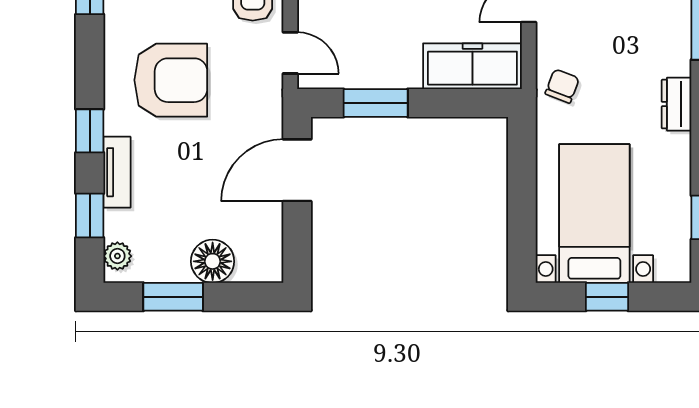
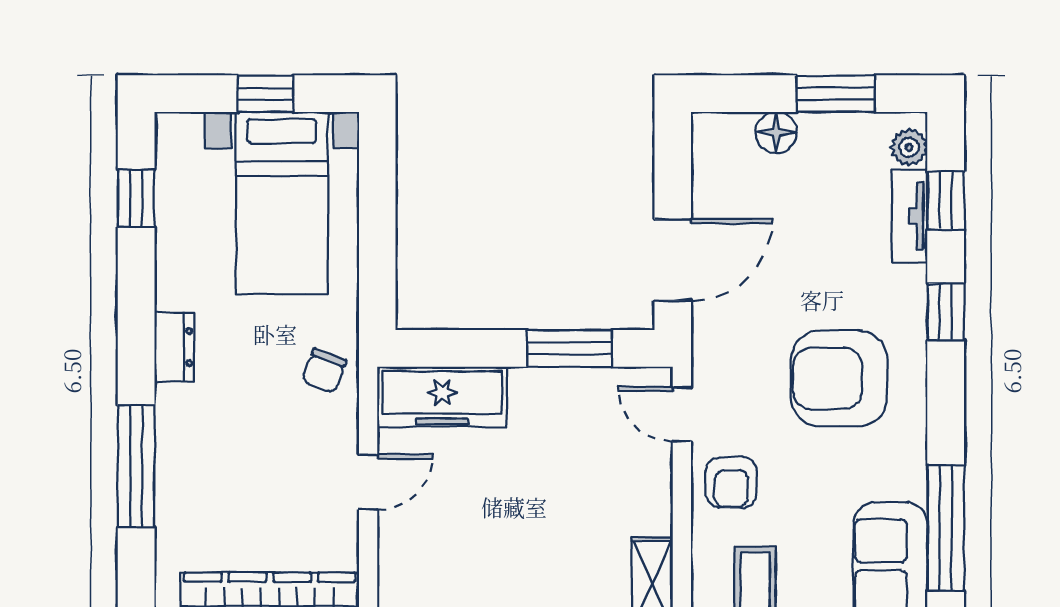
tv unit: (117, 172) -> (910, 216), moved
floor lamp: (213, 261) -> (776, 133), width x0.73, depth x0.73

